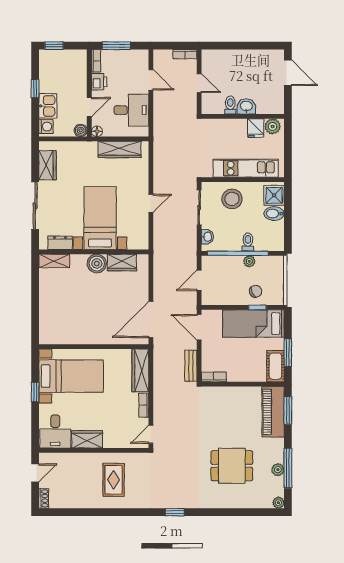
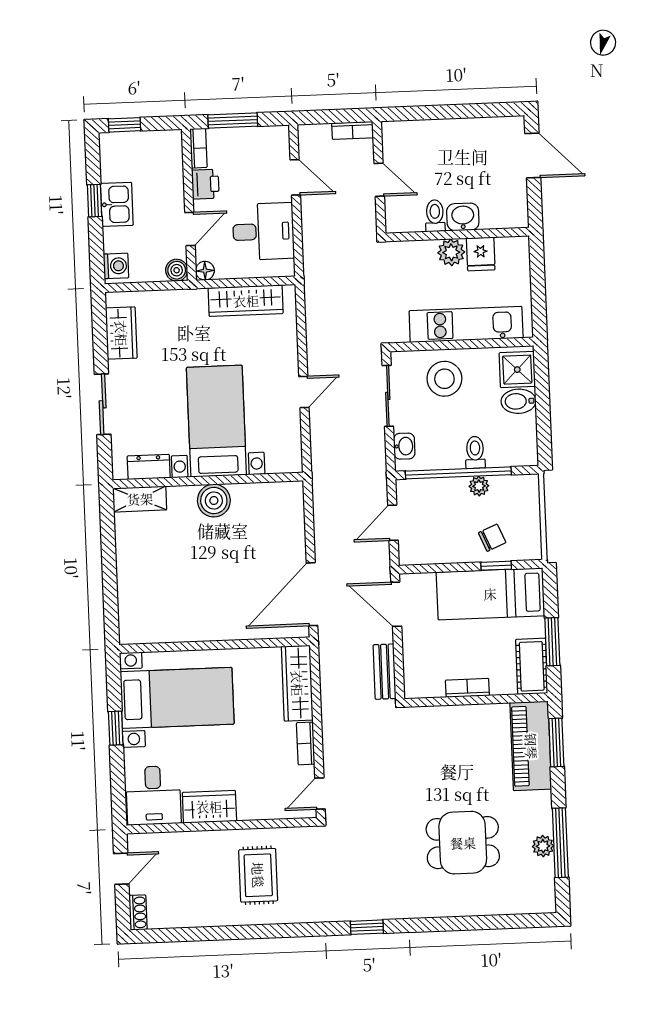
kitchen sink: (48, 106) -> (117, 204), moved
plant: (273, 126) -> (451, 252), moved
sliding door: (35, 206) -> (103, 404), width x0.73
wardrobe: (122, 262) -> (257, 497), removed
bookcase: (214, 377) -> (467, 688), moved
plant: (278, 503) -> (546, 903), removed

